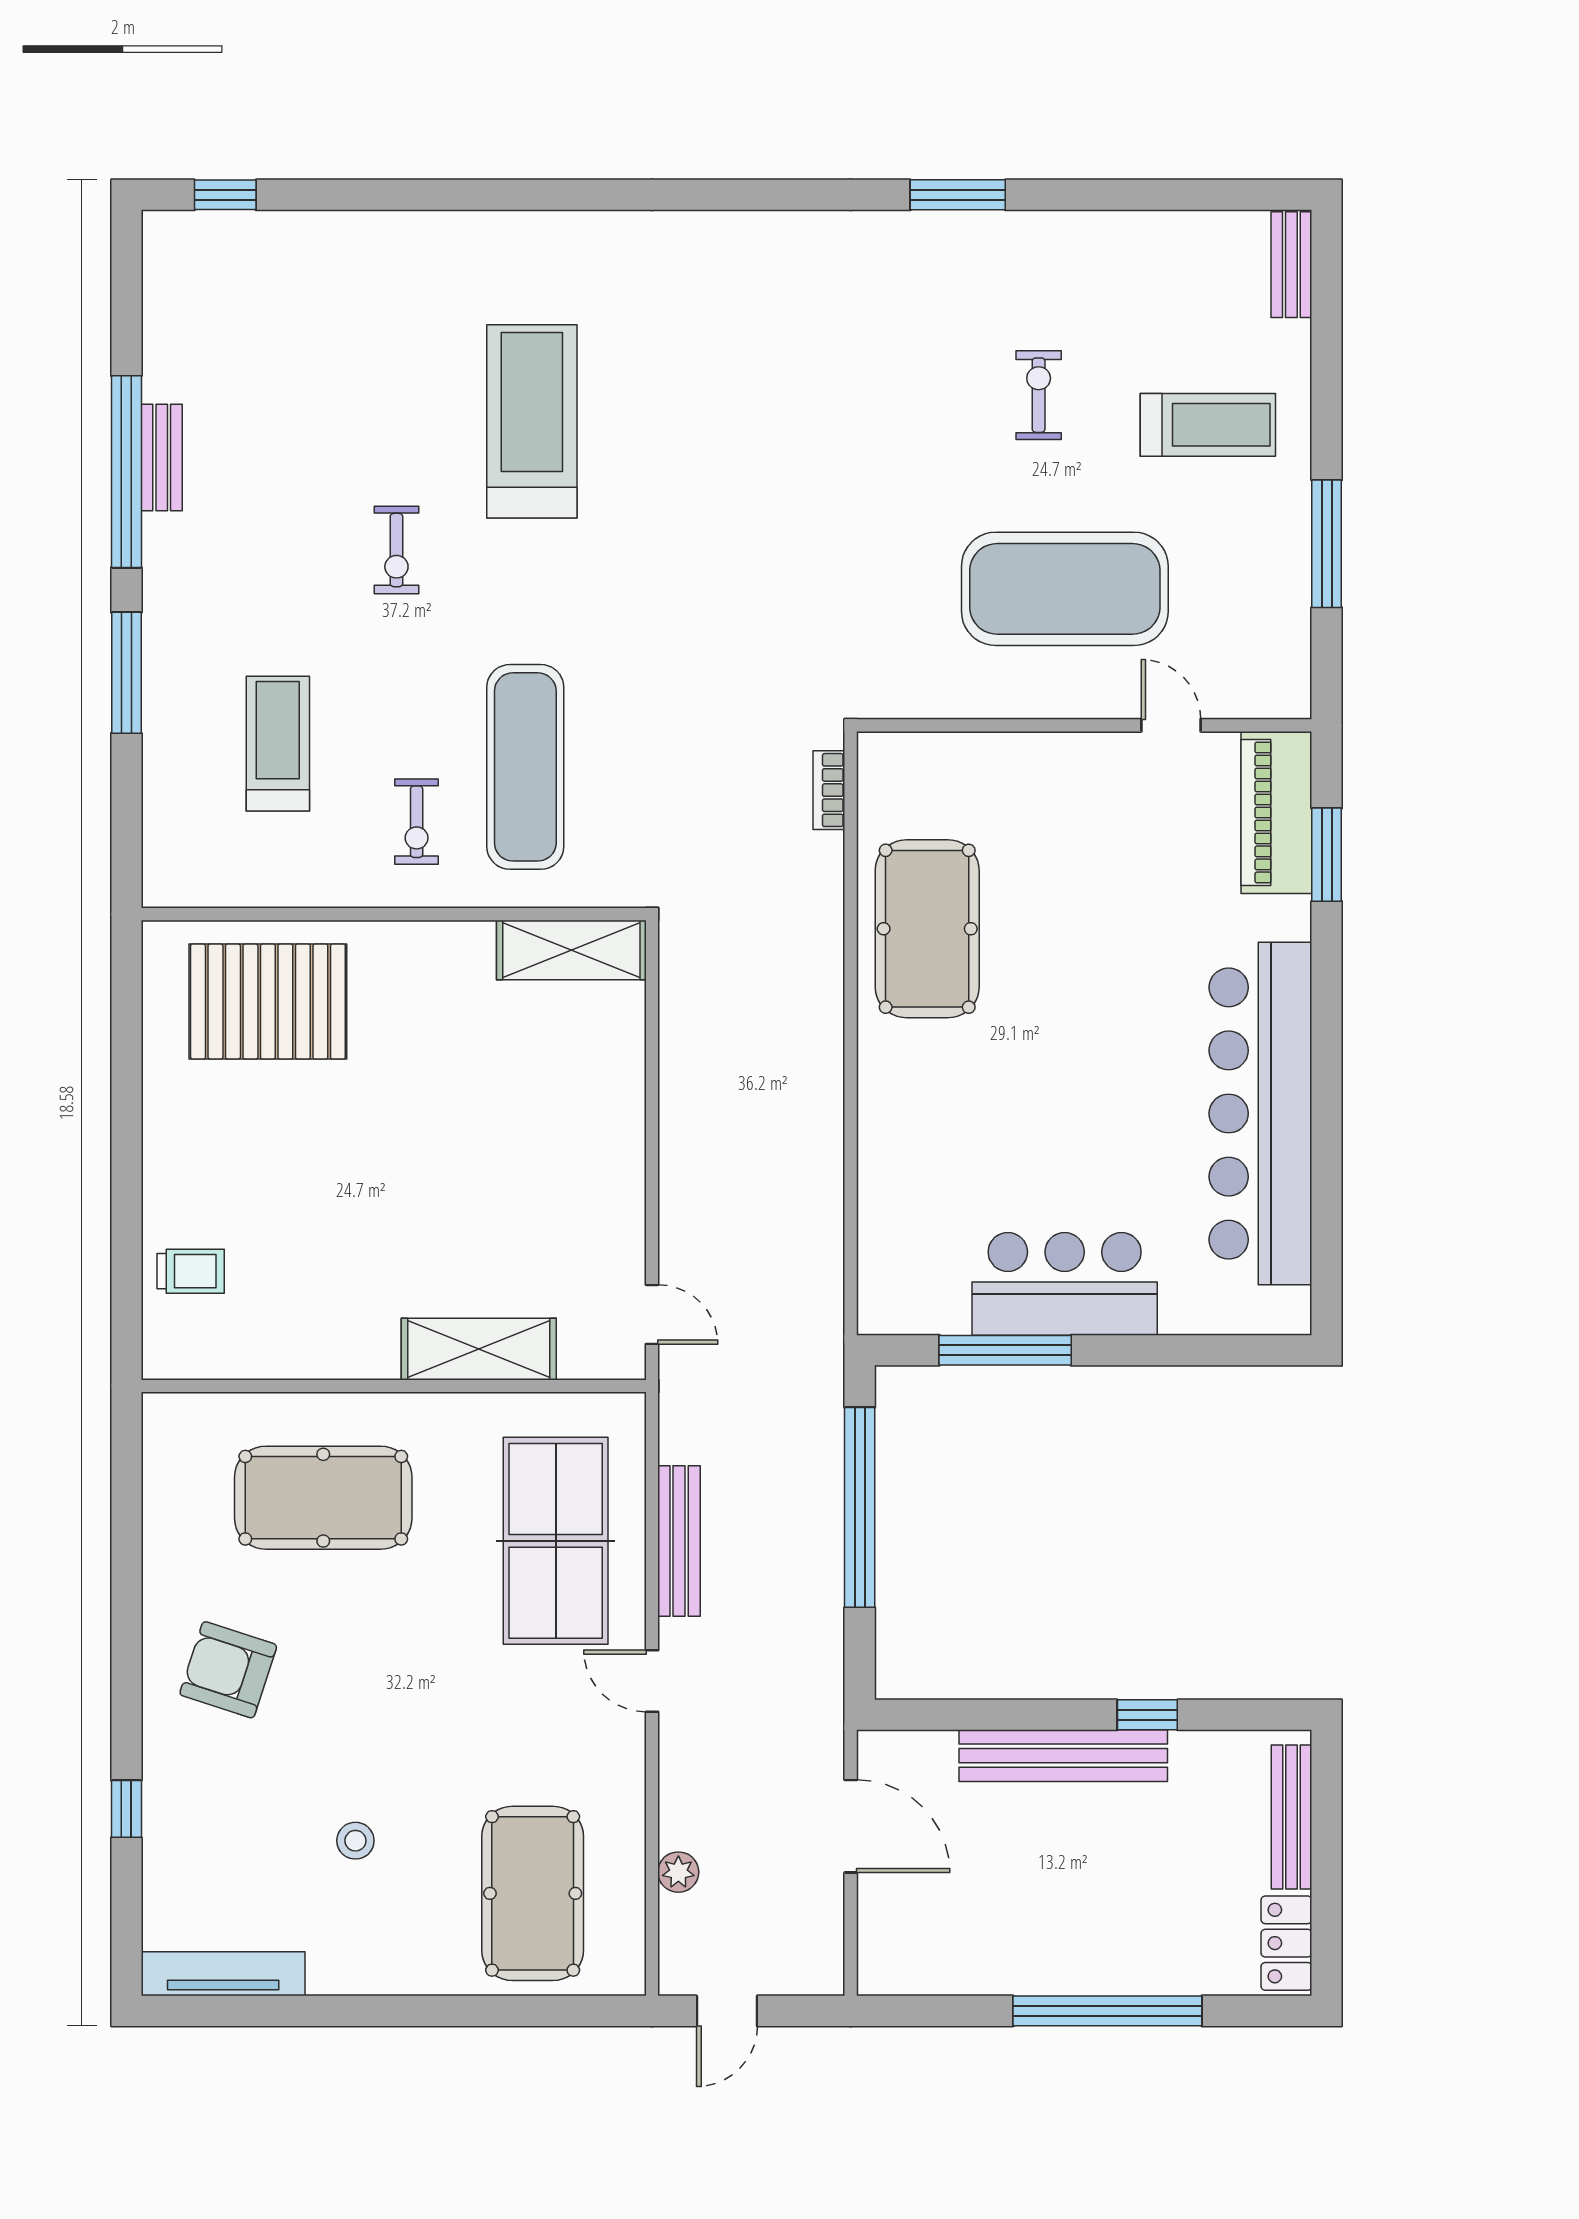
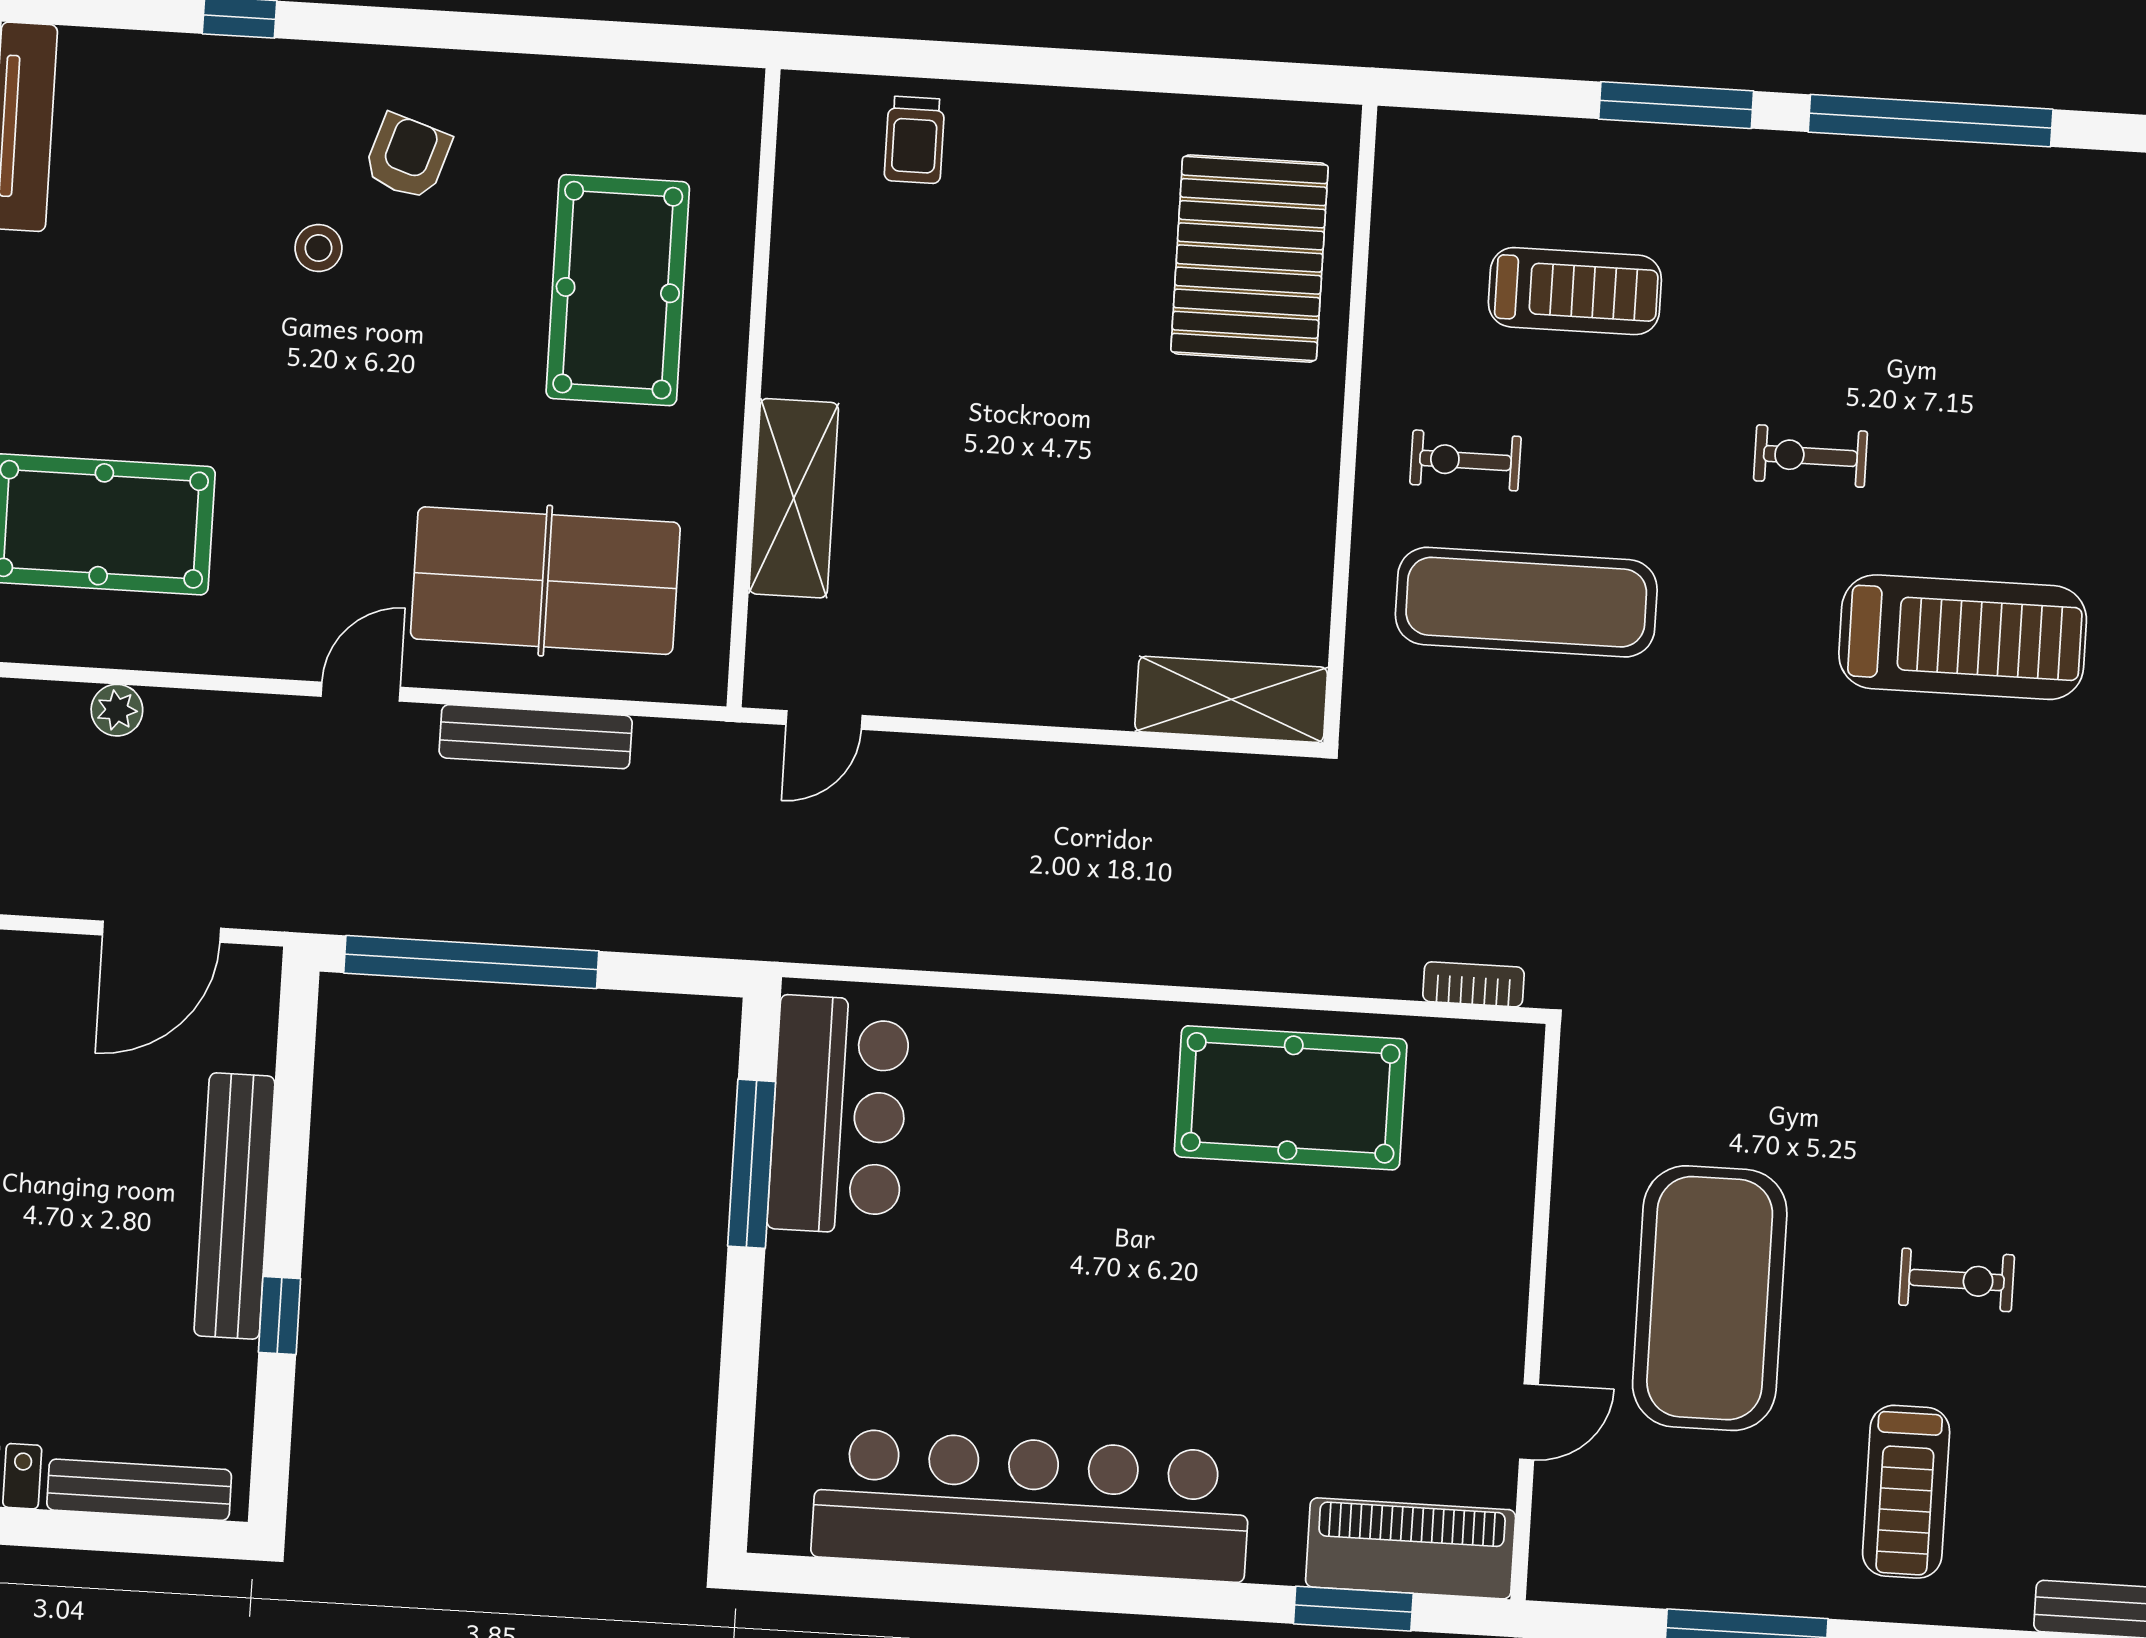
bench: (162, 458) -> (1946, 166), removed
shelving: (571, 950) -> (1231, 699), moved, turned 90
bar counter: (1065, 1284) -> (839, 1115), moved
window: (860, 1507) -> (471, 962), moved
armchair: (228, 1670) -> (408, 157), width x0.72, depth x0.72
stool: (355, 1841) -> (319, 248), moved

